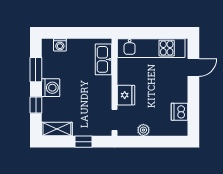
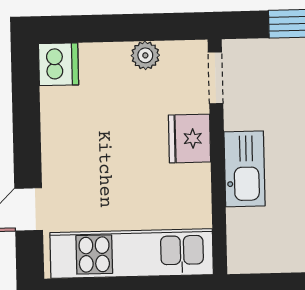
kitchen sink: (104, 59) -> (244, 169), moved
dishwasher: (179, 112) -> (59, 64), moved

